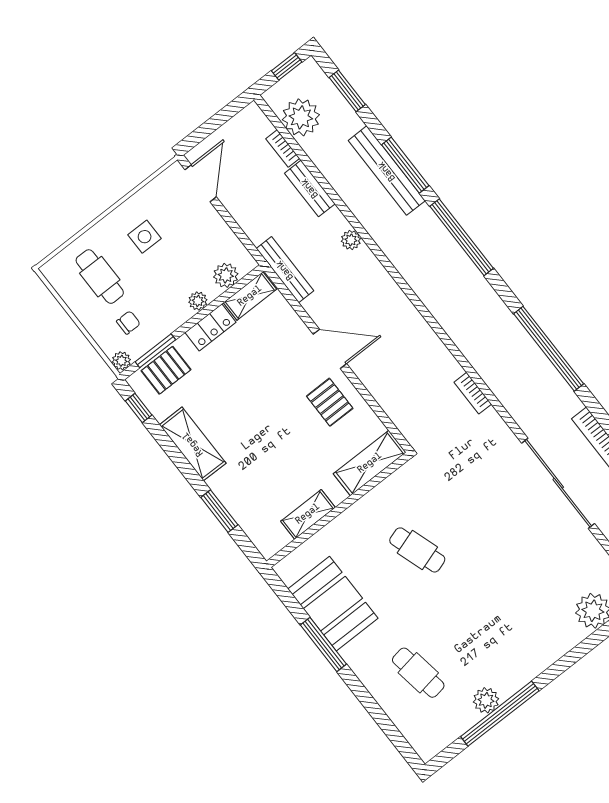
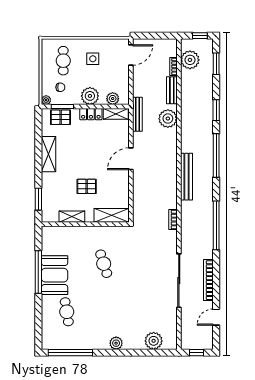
window: (405, 165) -> (216, 110), width x0.69
bench: (387, 171) -> (186, 177), moved
plant: (351, 240) -> (168, 119), width x1.88, depth x1.88
plant: (198, 301) -> (90, 96), width x1.88, depth x1.88
door: (330, 349) -> (131, 159), swing flipped
pallet: (330, 402) -> (87, 186), moved, turned 90
window: (139, 408) -> (38, 124), removed
window: (219, 511) -> (38, 199), moved
booth: (333, 604) -> (55, 275), moved
window: (323, 644) -> (38, 272), width x1.46
plant: (486, 700) -> (116, 343), moved
window: (500, 714) -> (70, 353), moved

